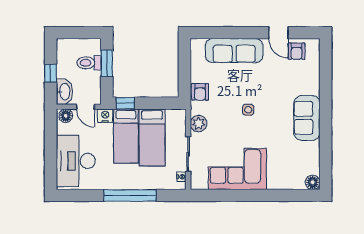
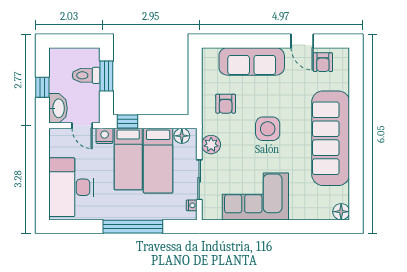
armchair: (200, 92) -> (226, 104), moved
side table: (248, 110) -> (268, 129), width x1.87, depth x1.87
floor lamp: (66, 116) -> (182, 136), moved
sofa: (307, 118) -> (331, 138), width x1.85, depth x1.27

